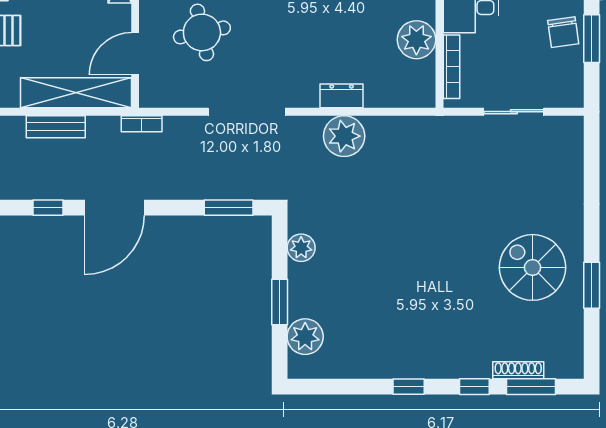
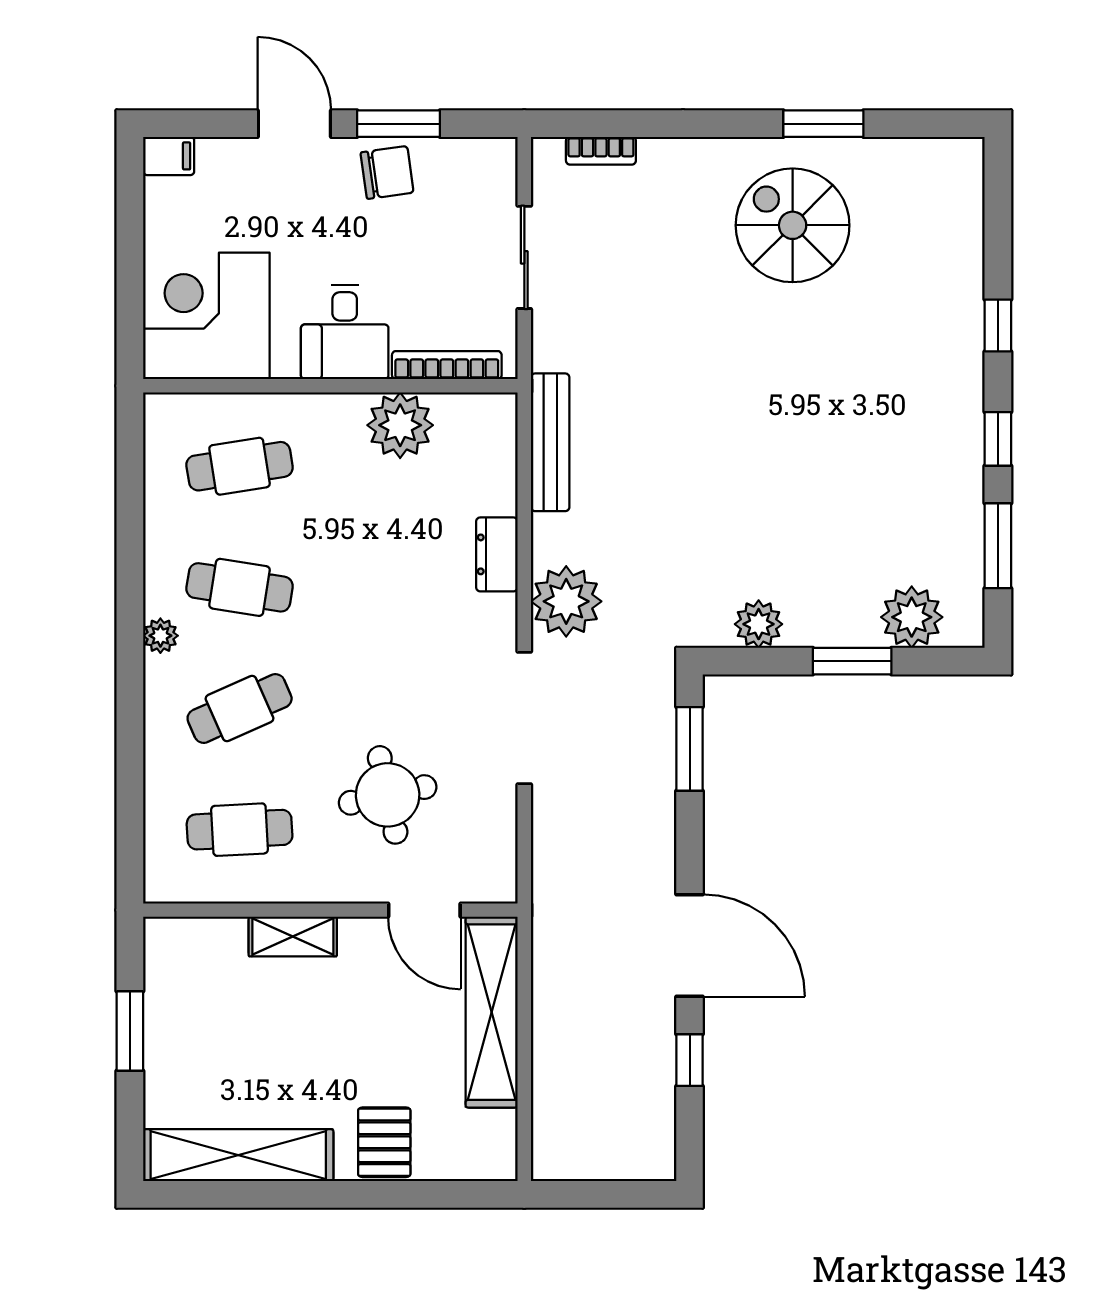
bookcase: (142, 124) -> (601, 151), moved, turned 90
bench: (56, 127) -> (550, 442), moved, width x1.36
plant: (344, 136) -> (566, 601), moved
spiral stairs: (533, 267) -> (793, 225), turned 90
shoe rack: (518, 370) -> (970, 250), removed
window: (531, 387) -> (998, 546), moved

